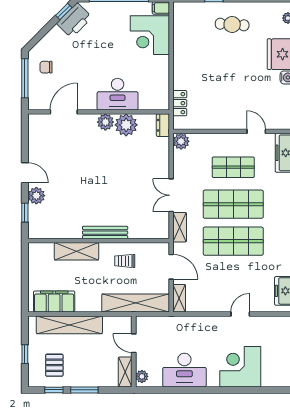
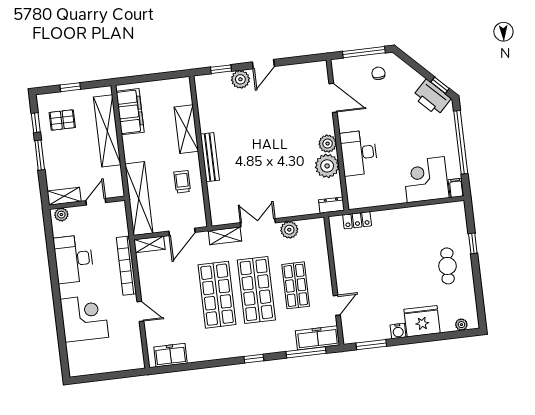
plant: (181, 141) -> (289, 230), moved
bookcase: (196, 322) -> (126, 266), added

